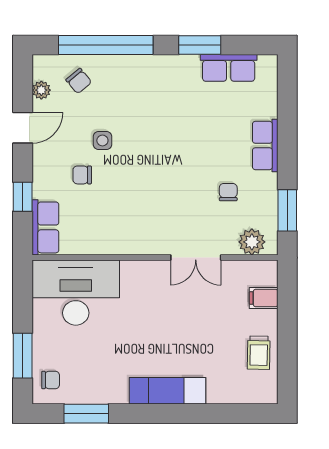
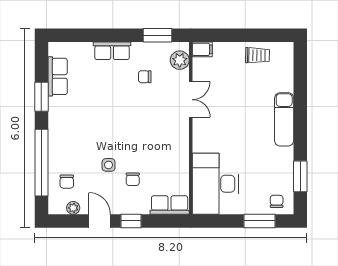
chair: (79, 81) -> (67, 182), turned 130
window: (23, 197) -> (131, 221), moved
filing cabinet: (264, 298) -> (202, 49), moved, turned -90

